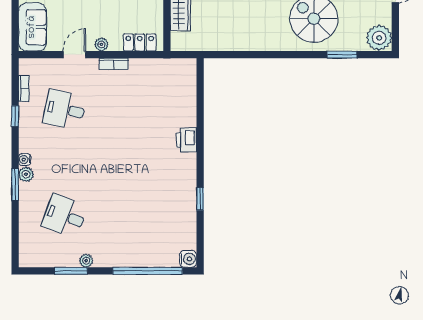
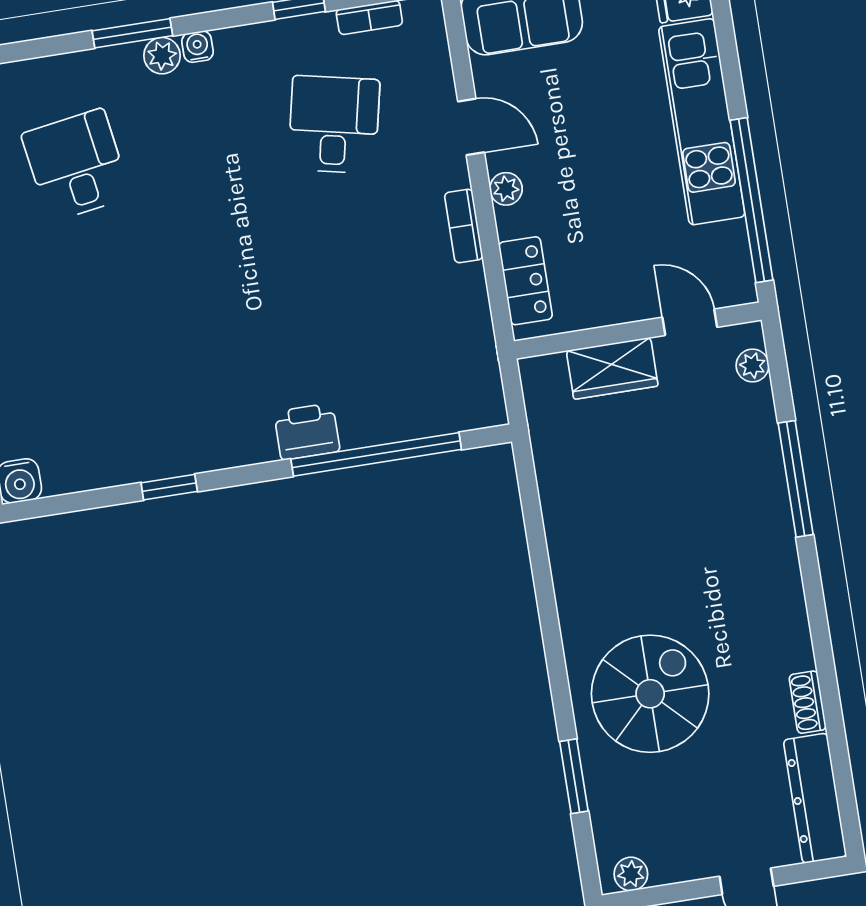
plant: (379, 38) -> (631, 874), width x0.53, depth x0.53
window: (200, 114) -> (376, 454), added
desk: (65, 216) -> (76, 165), turned -30

